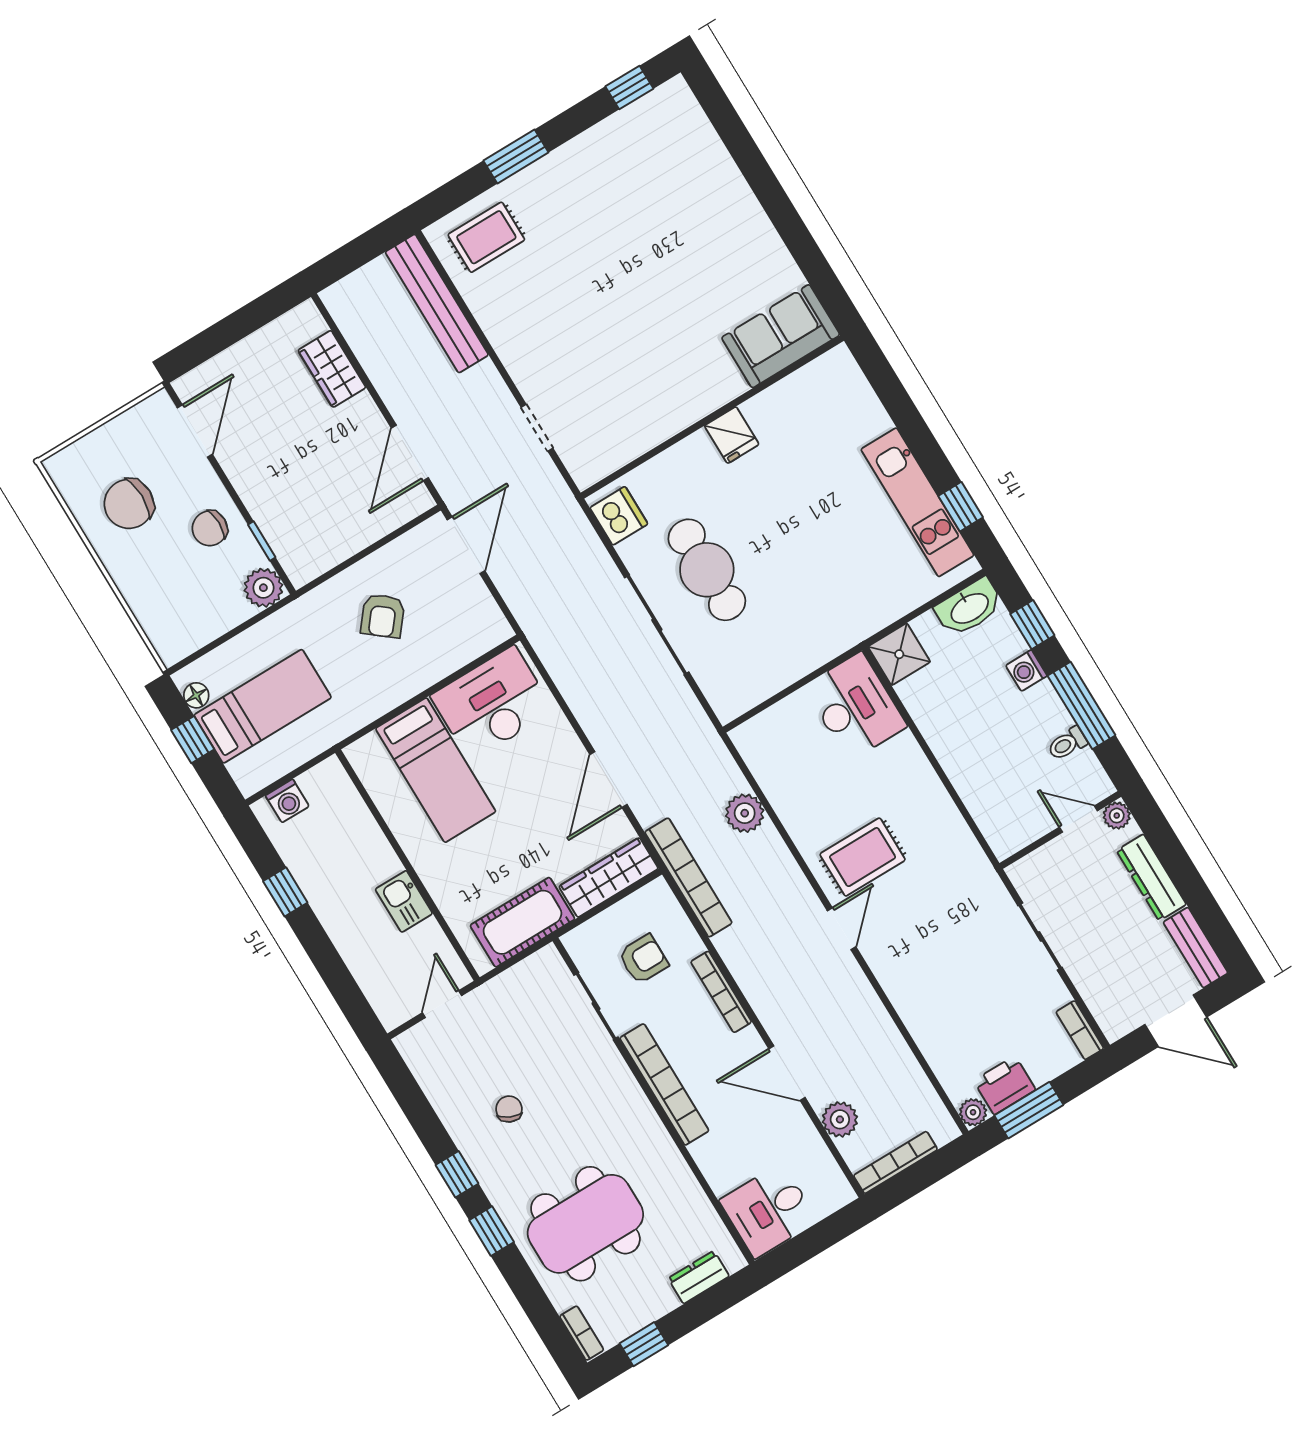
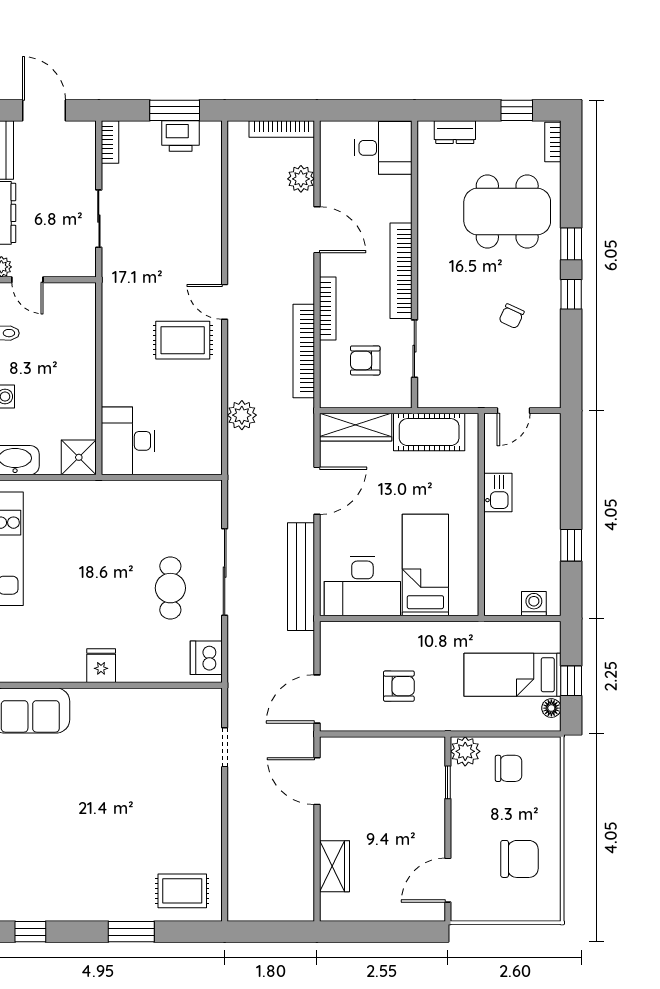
bench: (437, 304) -> (301, 577), moved
door: (410, 453) -> (317, 781), swing flipped
chair: (210, 528) -> (509, 768), moved
cafe table: (707, 570) -> (170, 588), width x0.73, depth x0.74
armchair: (383, 616) -> (399, 686), turned 51
bookcase: (688, 877) -> (304, 351), moved
door: (842, 929) -> (225, 302), hinge flipped
plant: (973, 1112) -> (212, 131), removed

